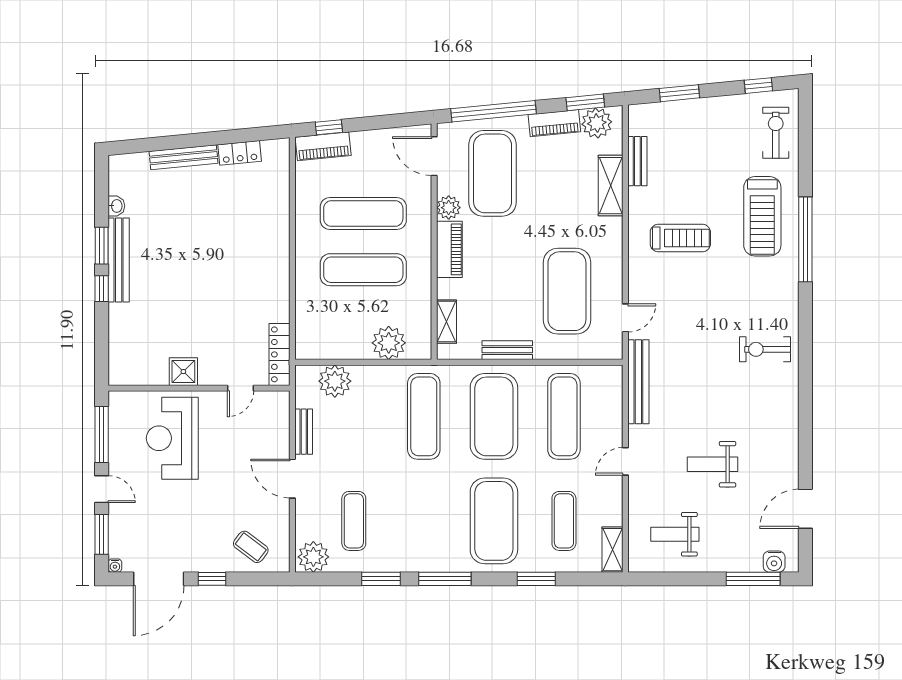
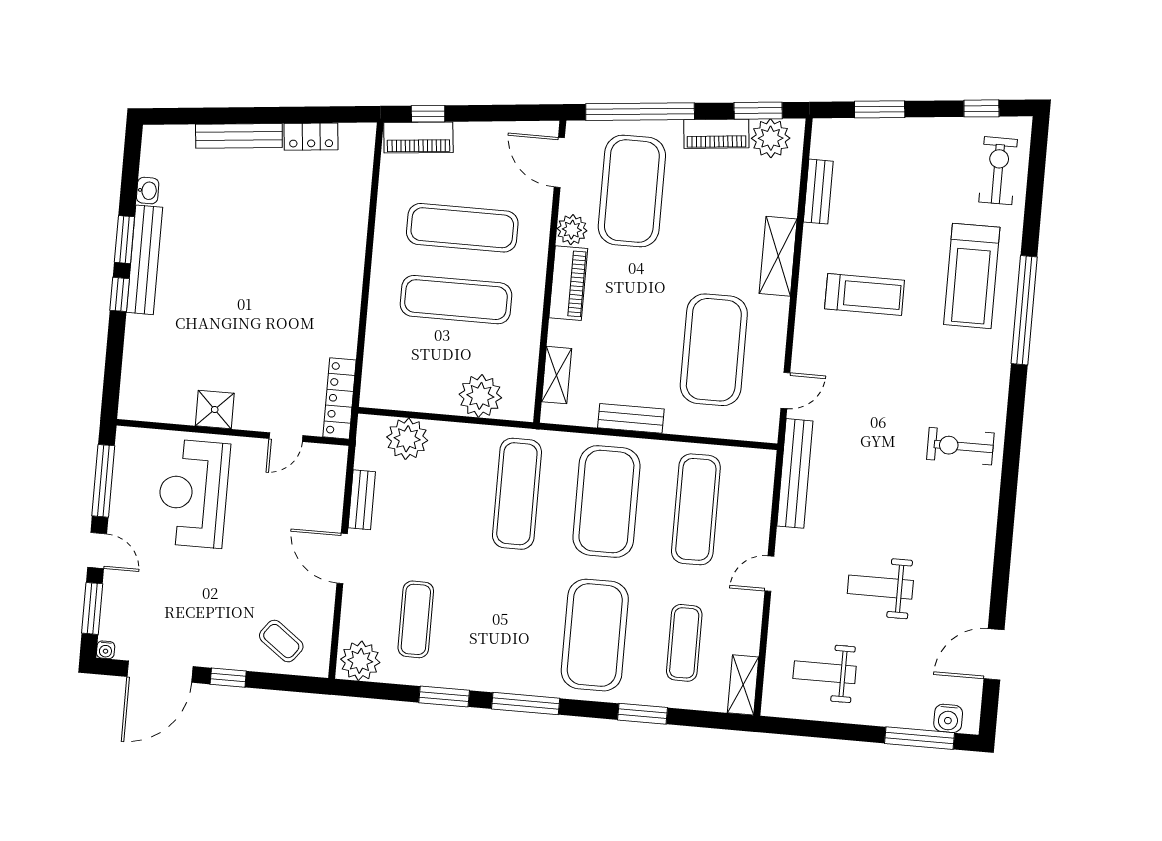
shelving: (611, 186) -> (778, 256), moved

